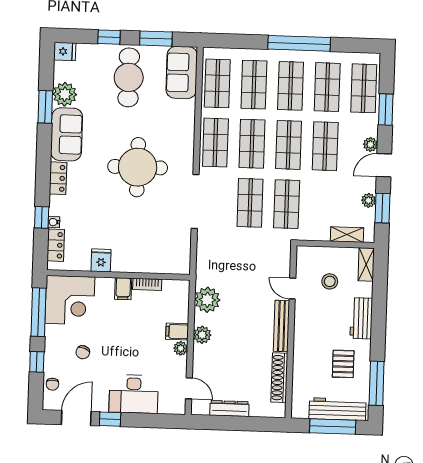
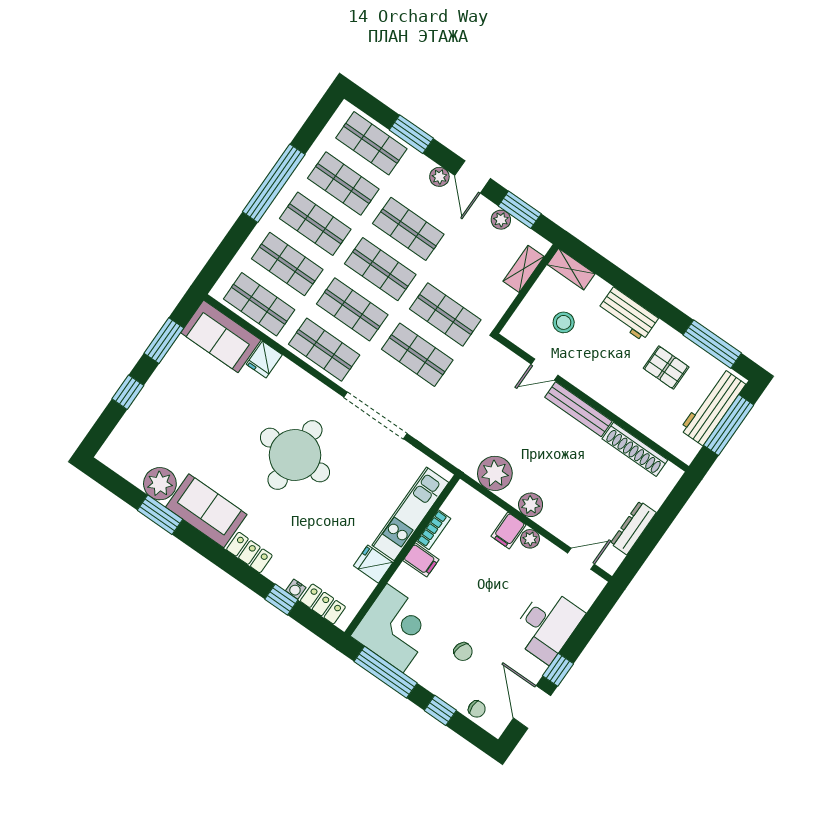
fridge: (65, 51) -> (264, 360), moved, turned 180
cafe table: (129, 77) -> (188, 400), removed
kitchen unit: (148, 263) -> (410, 514), added

